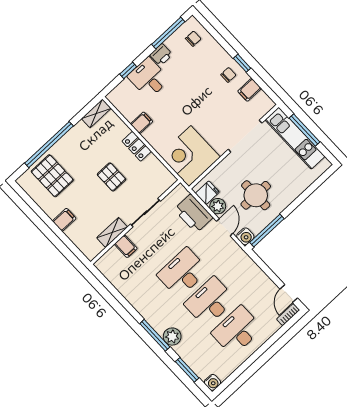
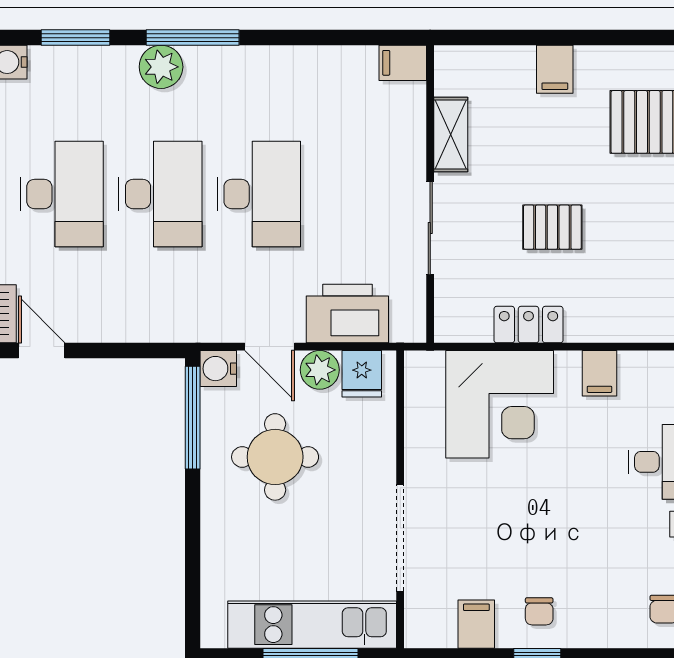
locker: (137, 146) -> (529, 325), moved
corner desk: (190, 156) -> (500, 404), moved, turned 90
filing cabinet: (126, 246) -> (403, 63), moved

